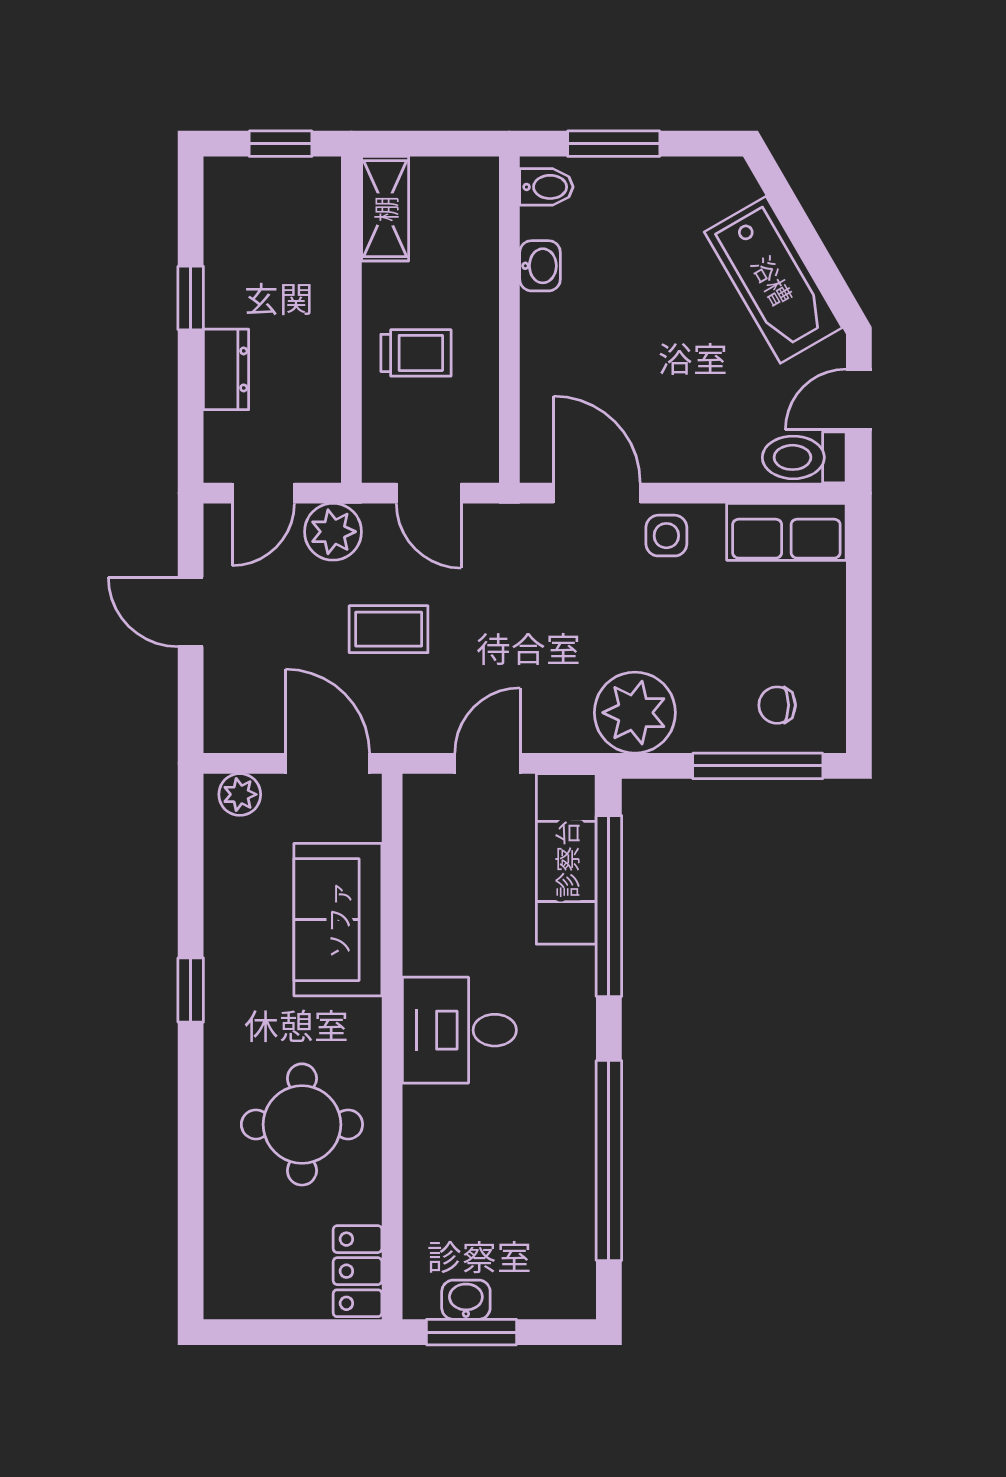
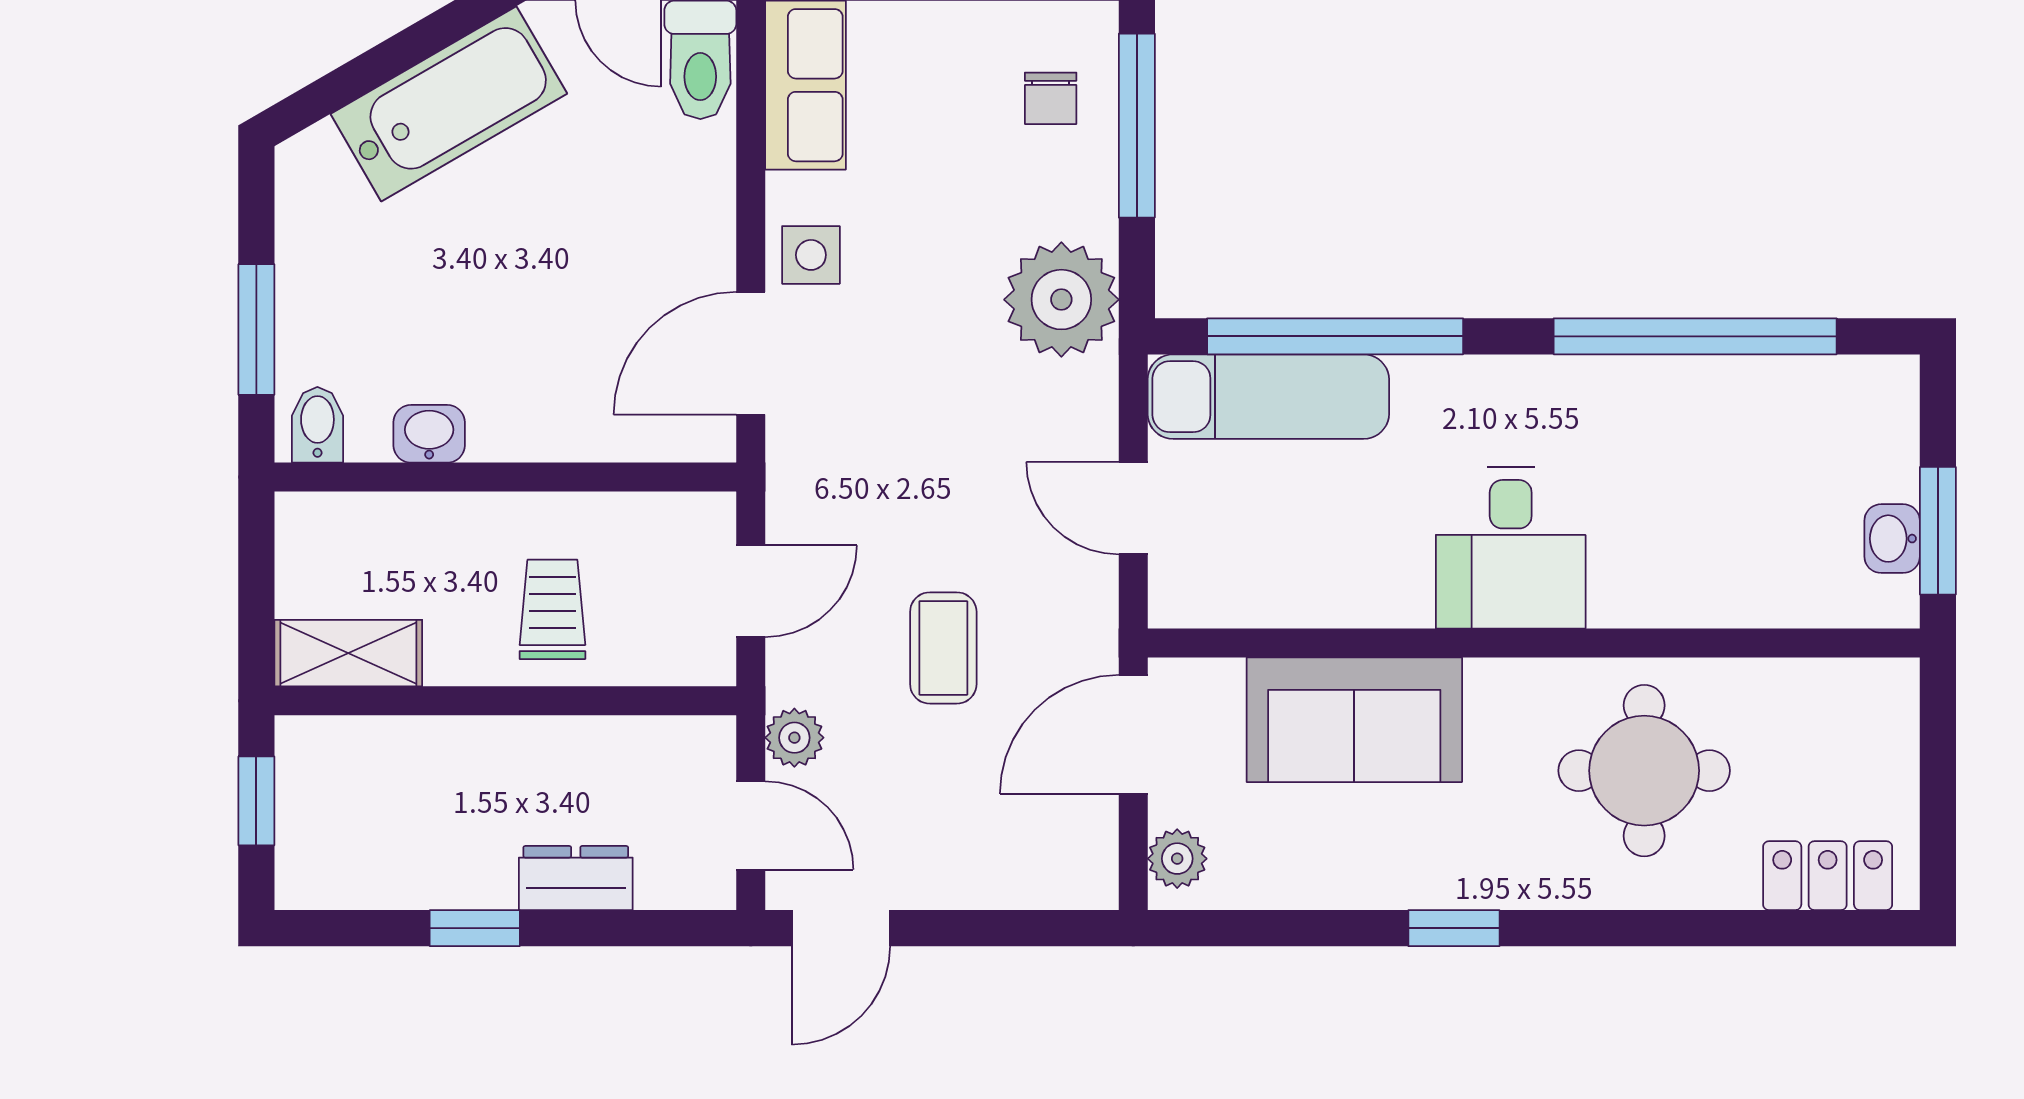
plant: (333, 532) -> (794, 738), width x0.73, depth x0.73
door: (191, 612) -> (841, 928), moved
locker: (358, 1271) -> (1828, 876), moved, turned 180

